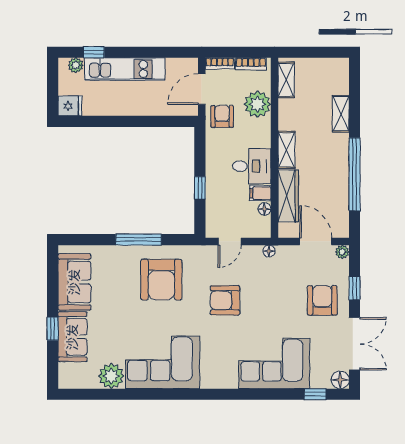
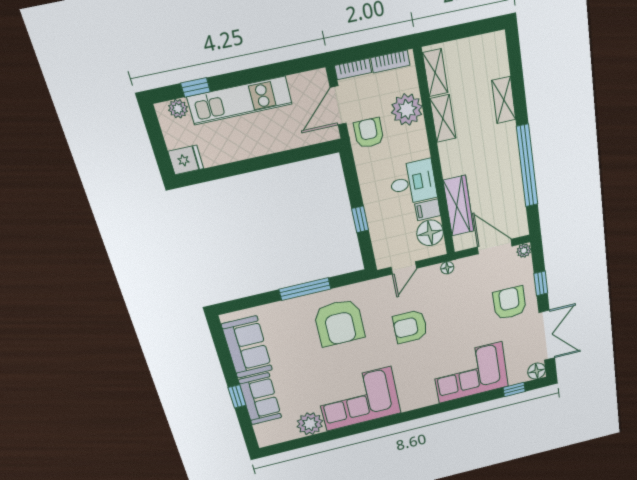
shelving: (287, 150) -> (443, 118), moved
floor lamp: (264, 209) -> (430, 233), width x1.89, depth x1.89

